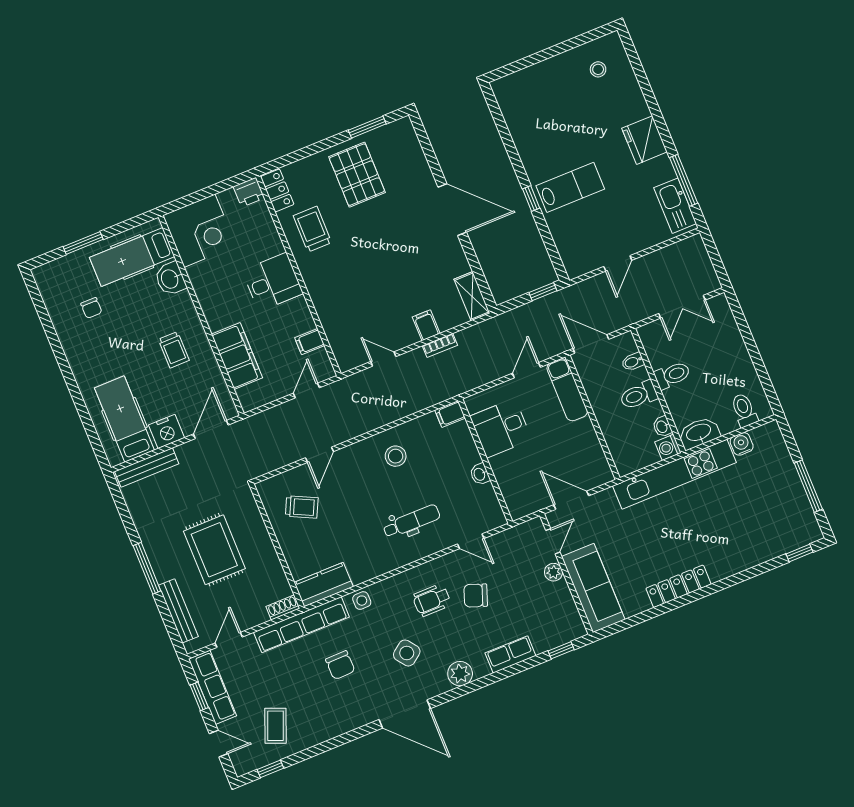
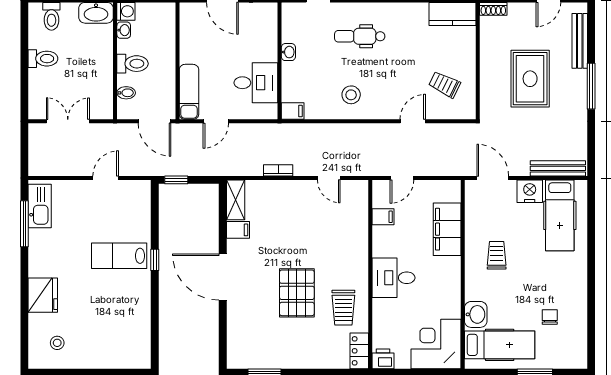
fridge: (645, 140) -> (43, 295), moved
pallet: (357, 175) -> (297, 293), moved
filing cabinet: (426, 325) -> (238, 230), moved, turned -90
toilet: (672, 375) -> (43, 59), moved, turned 180
door: (211, 429) -> (493, 178), swing flipped

